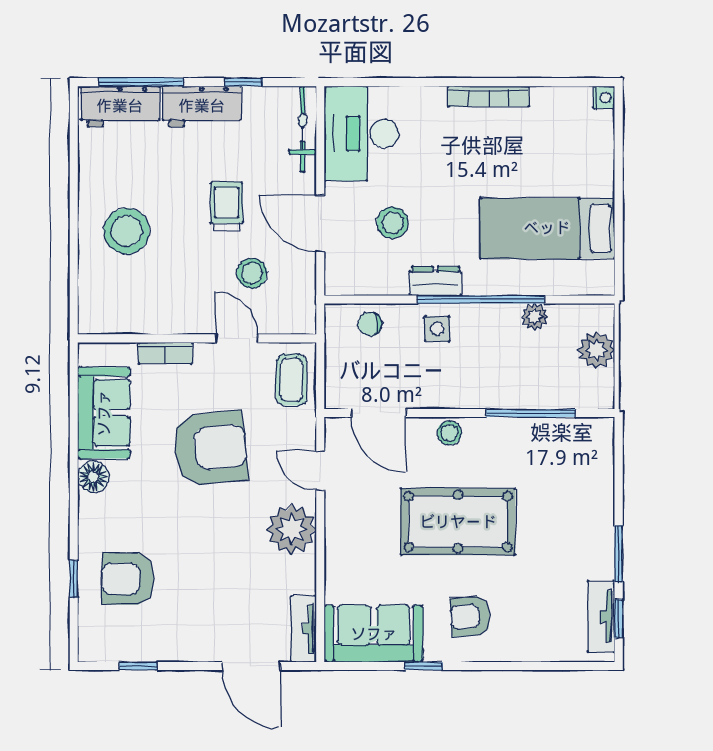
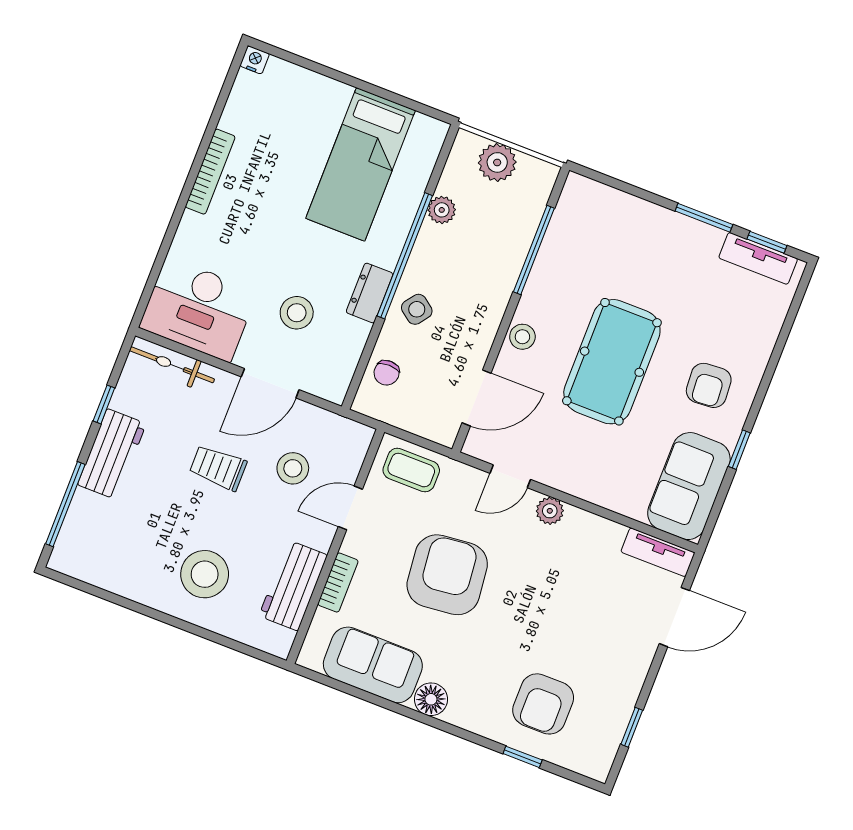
workbench: (120, 106) -> (293, 586), moved, turned 180
side table: (437, 329) -> (417, 309), turned 37
plant: (292, 529) -> (550, 511), width x0.53, depth x0.53

